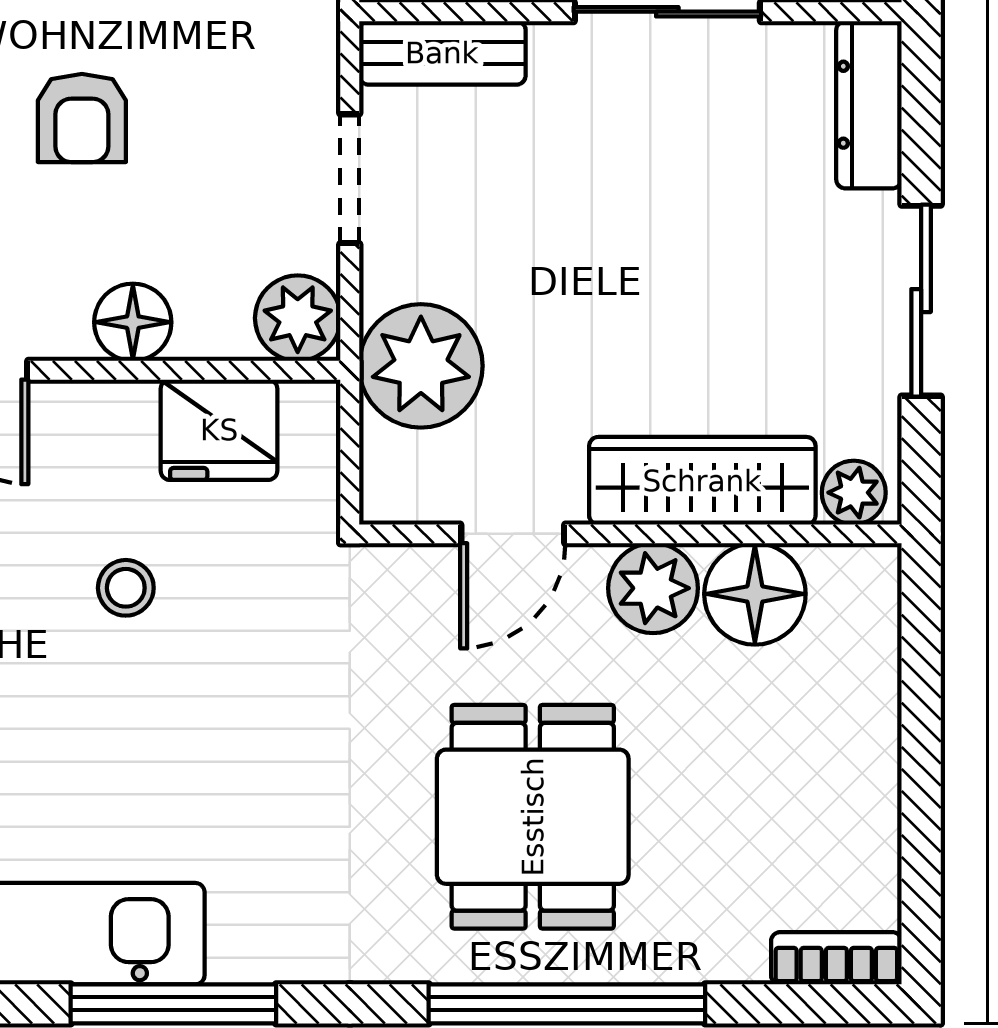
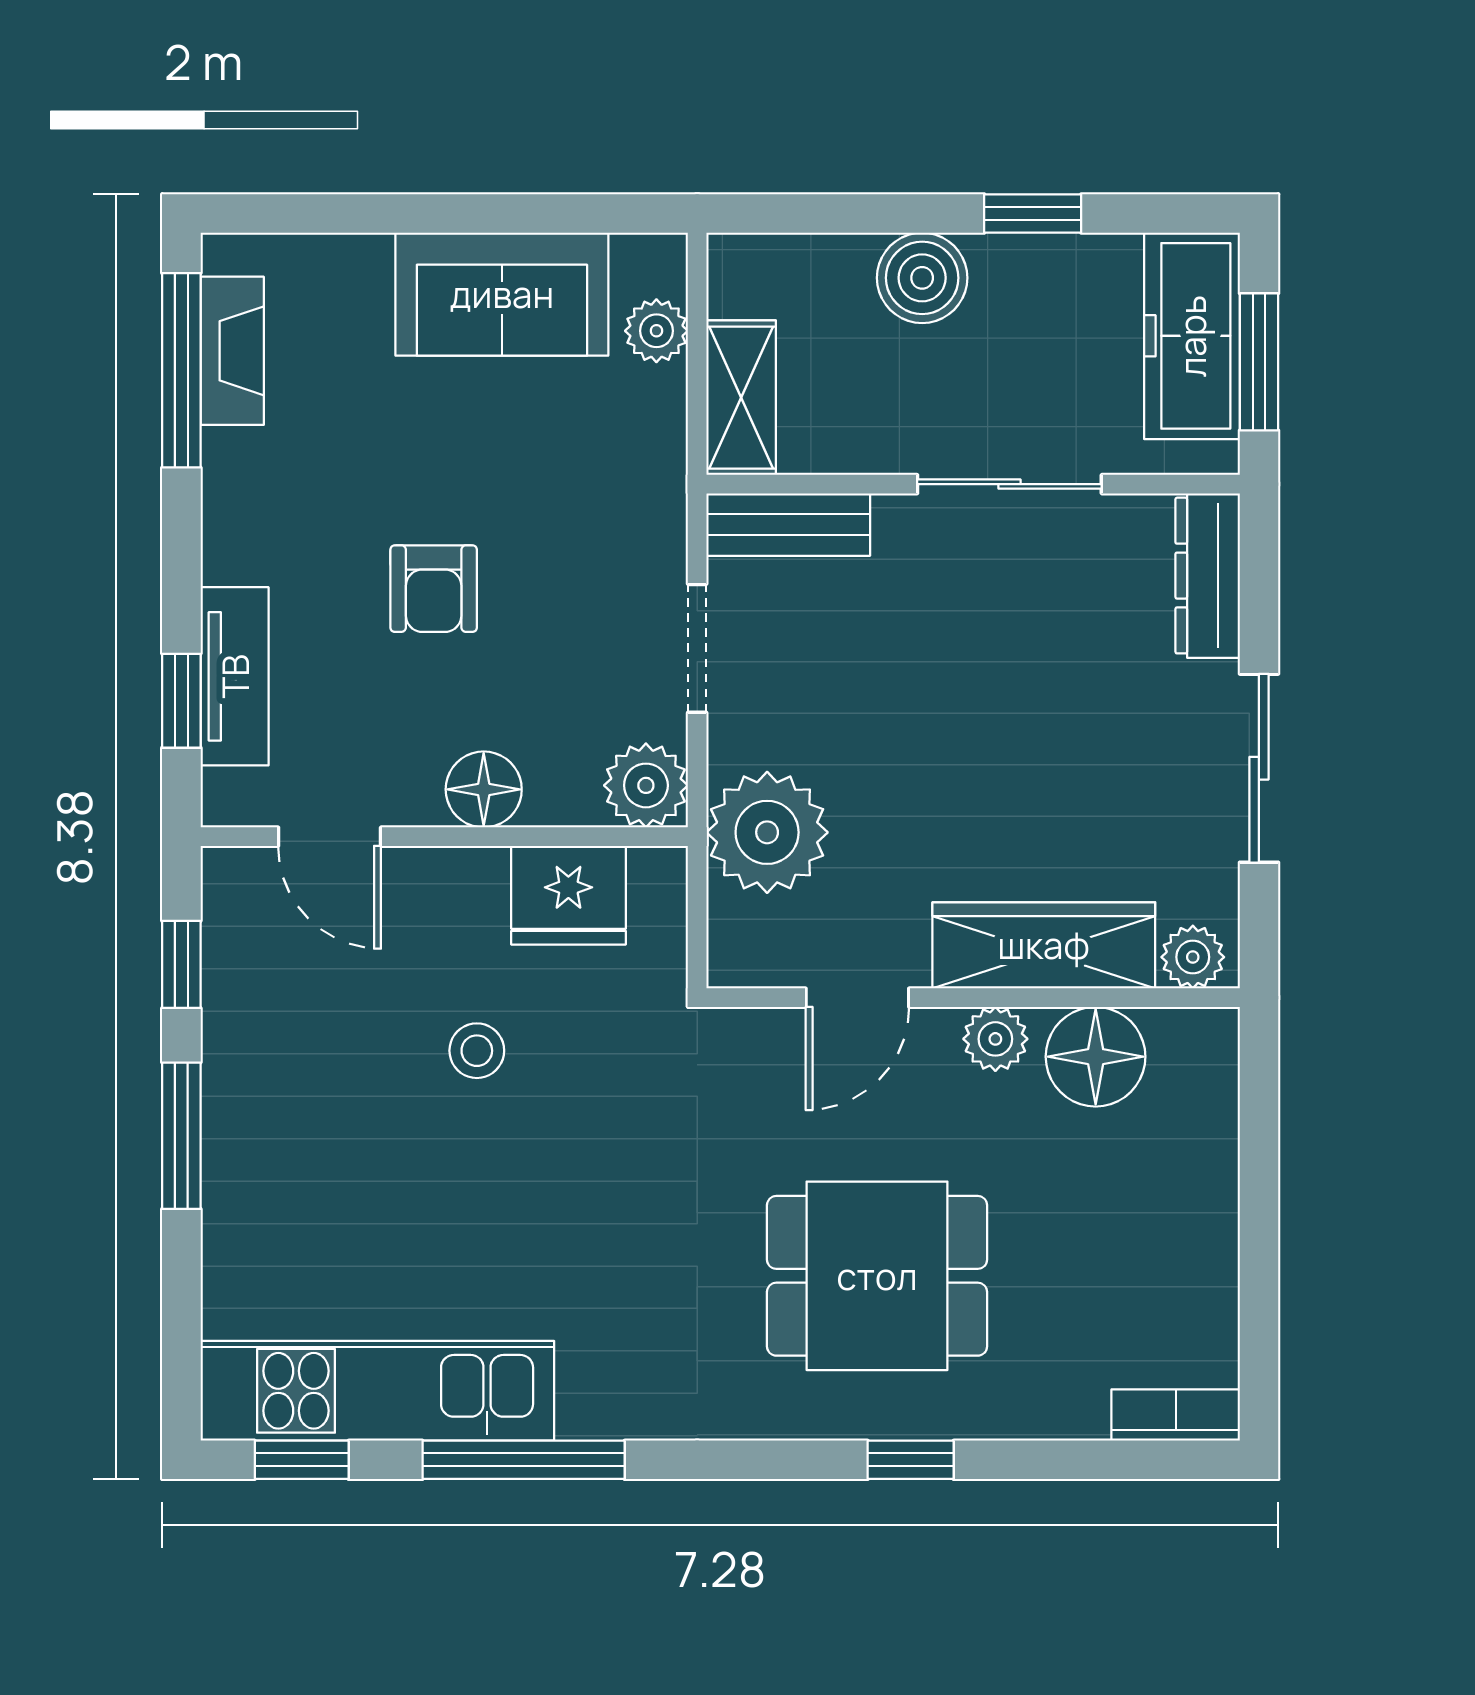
plant: (653, 588) -> (995, 1039), width x0.73, depth x0.73
dining table: (533, 817) -> (877, 1276), turned 90
window: (567, 1004) -> (911, 1460), width x0.32

